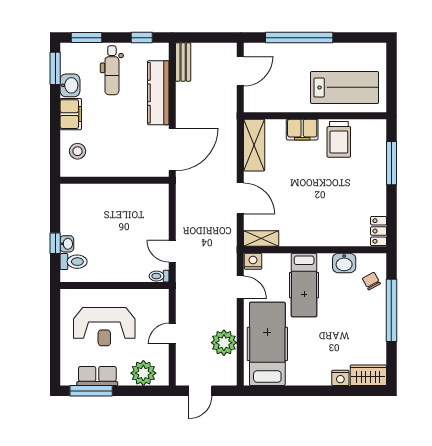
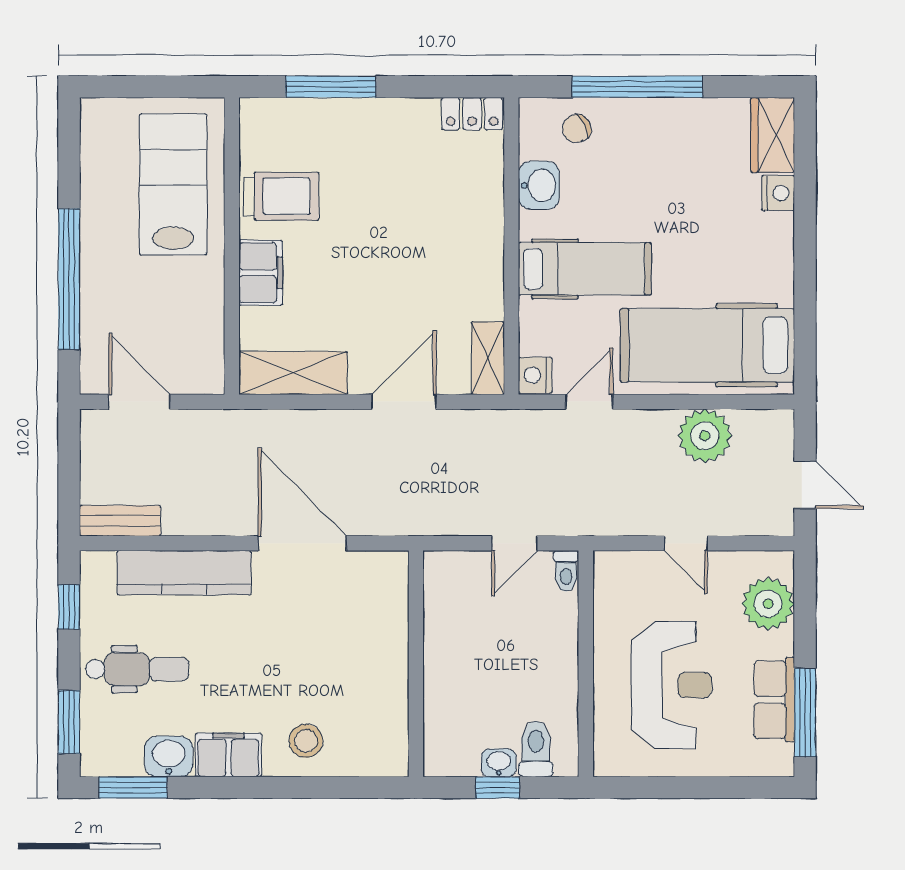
wall: (115, 180) -> (416, 664), moved

